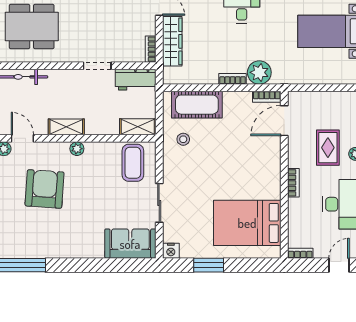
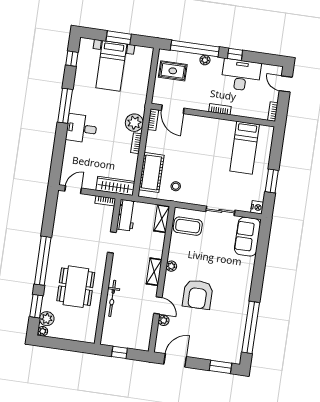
wardrobe: (172, 41) -> (115, 186), moved
door: (22, 138) -> (158, 305), swing flipped
rug: (328, 148) -> (173, 71), moved
armchair: (45, 189) -> (198, 294), turned -94
bed: (247, 223) -> (245, 148), width x0.67

